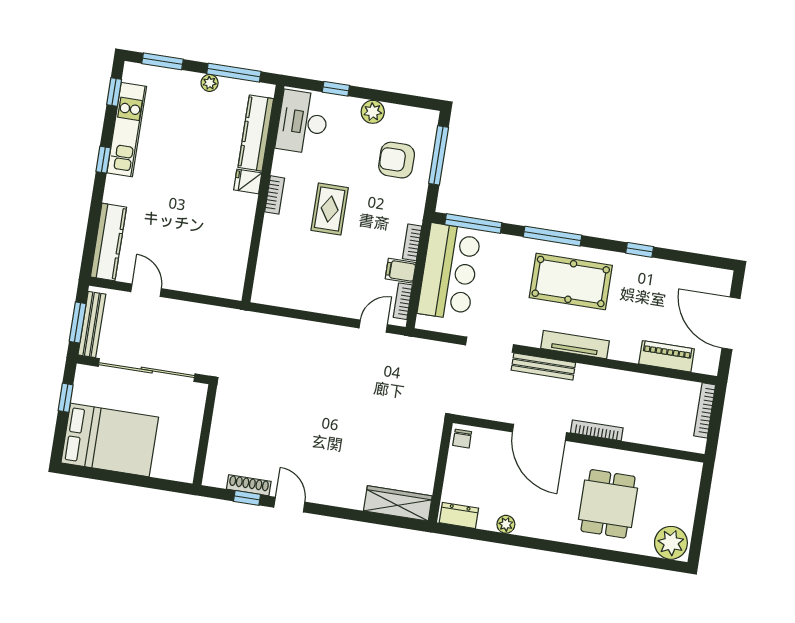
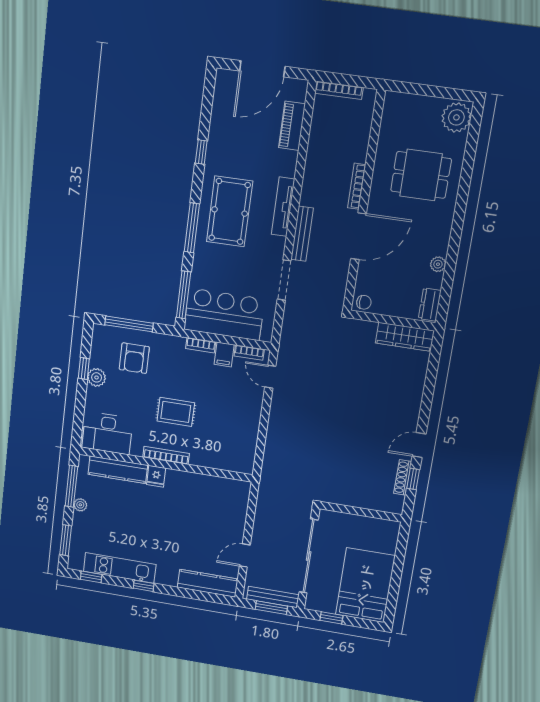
window: (336, 89) -> (84, 369), moved
bookcase: (275, 195) -> (166, 455), width x1.56
wardrobe: (398, 503) -> (405, 337), moved, turned -90

